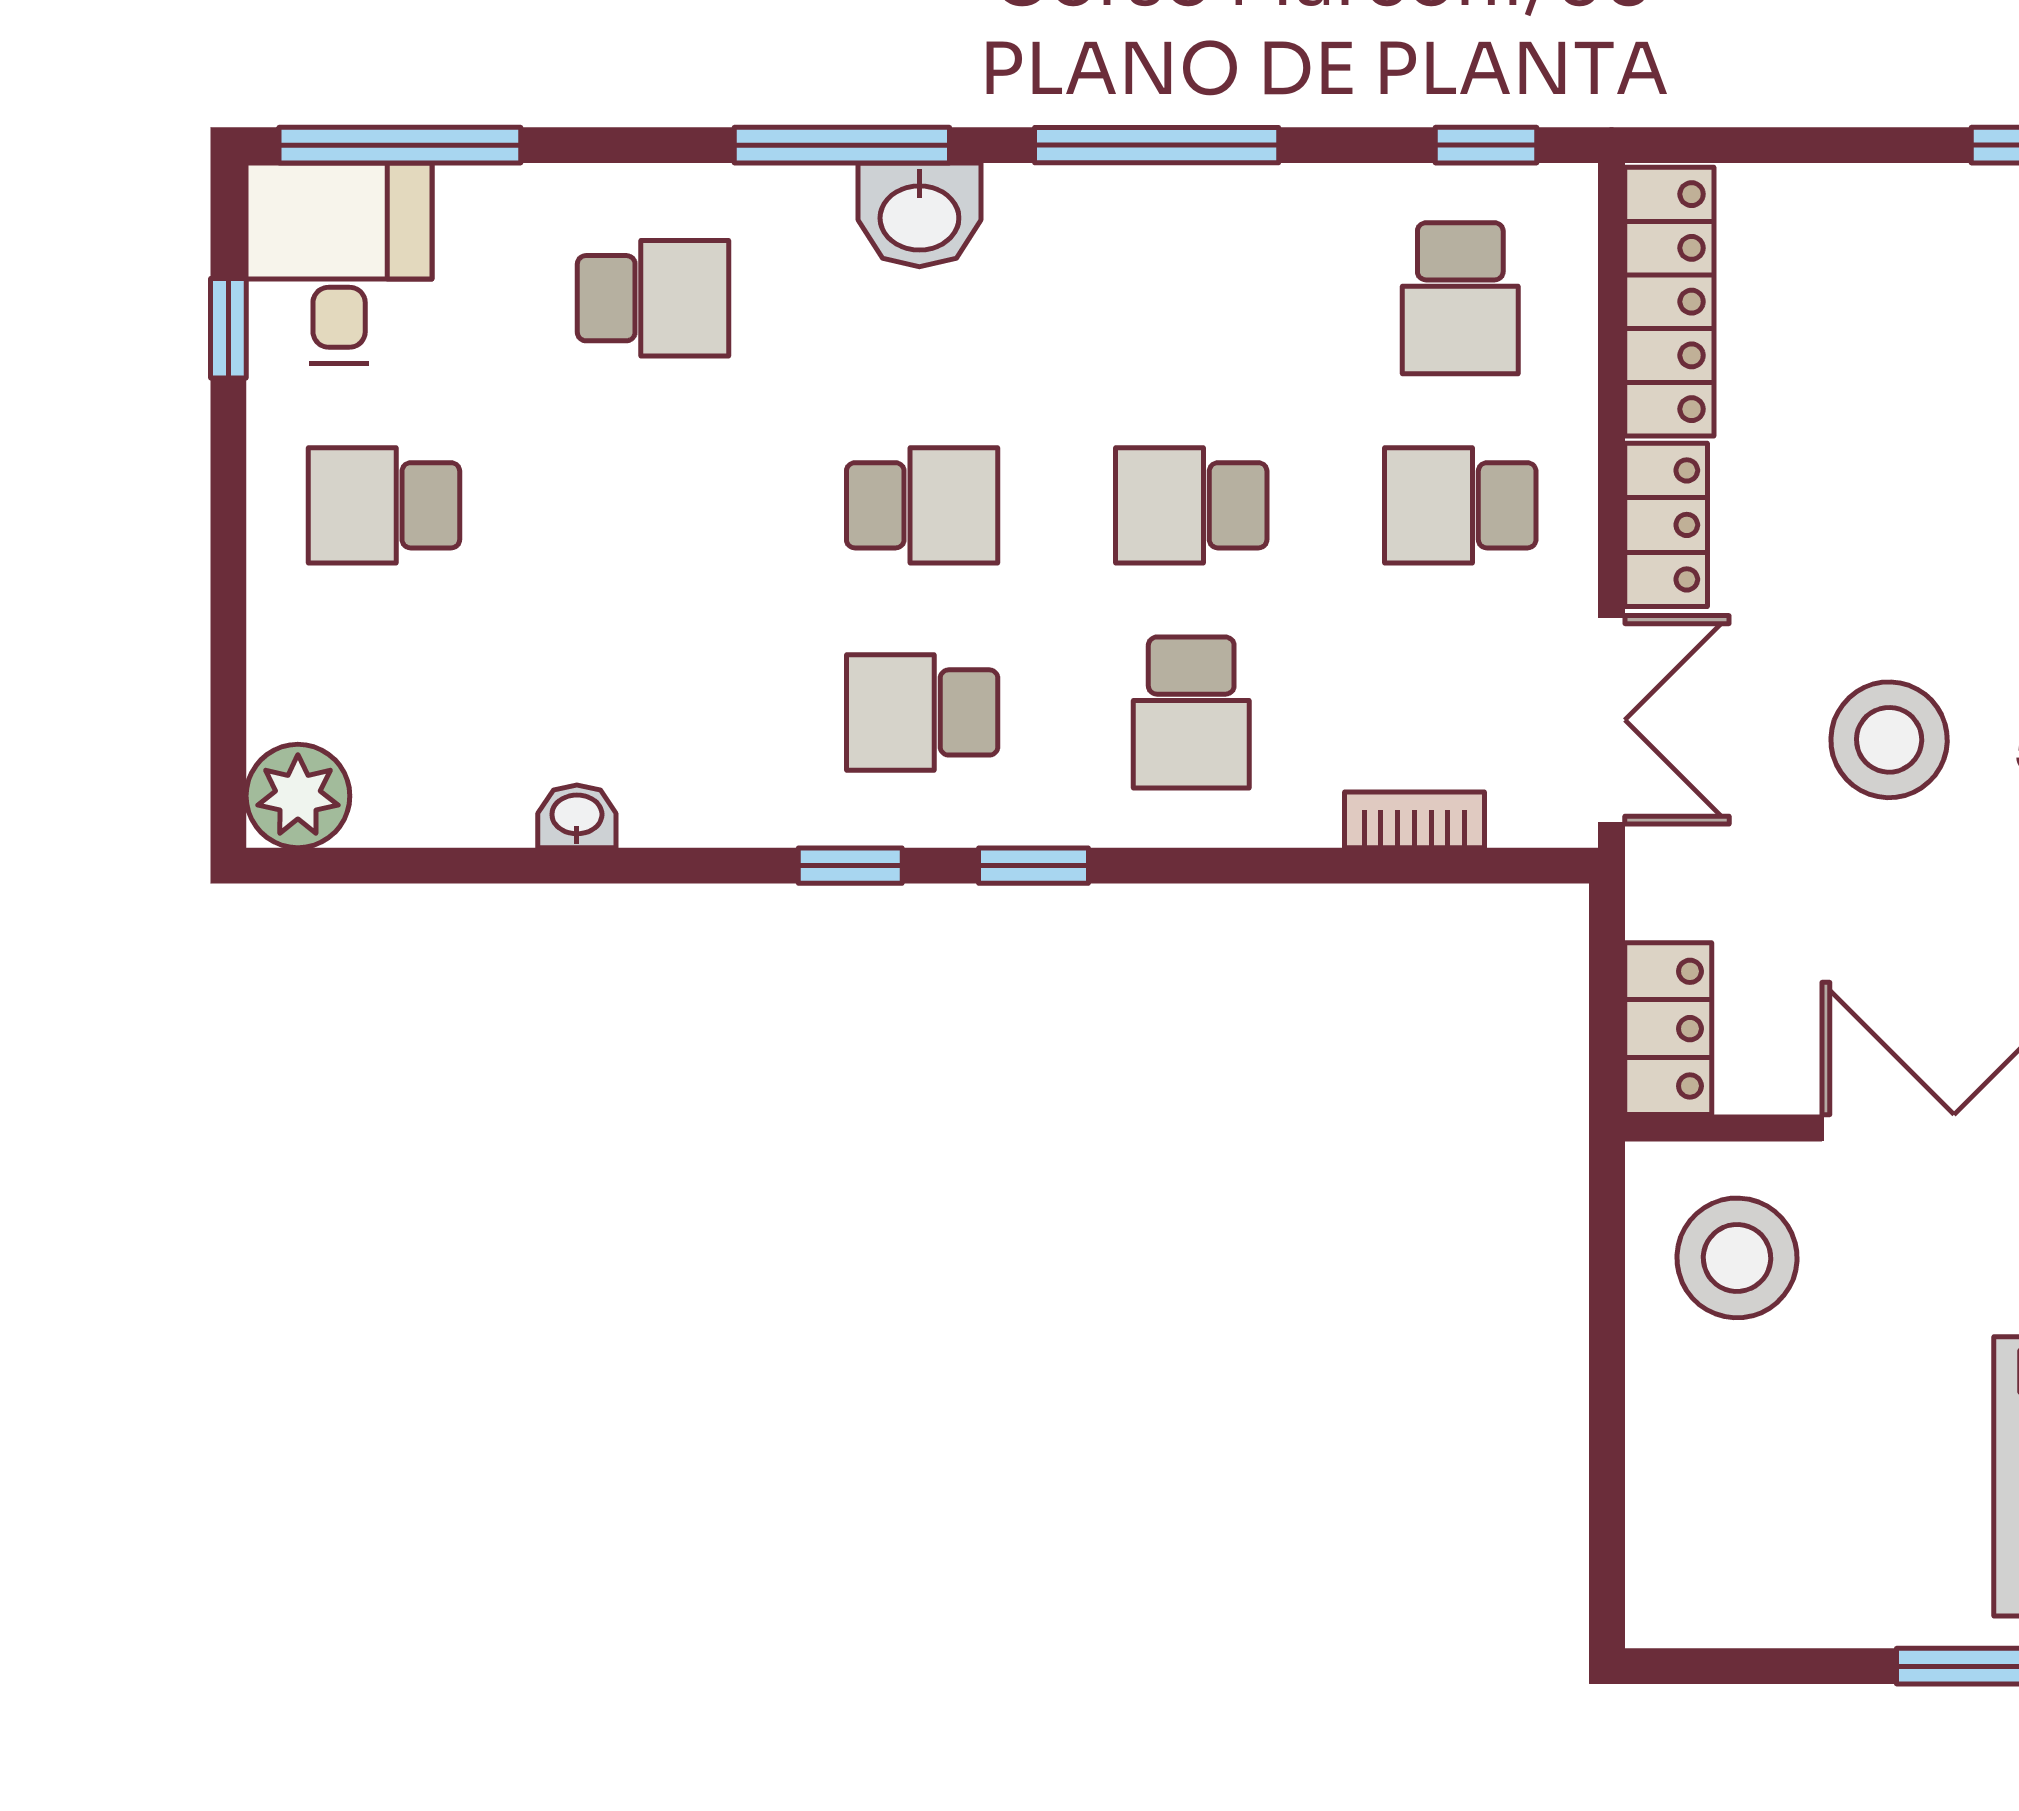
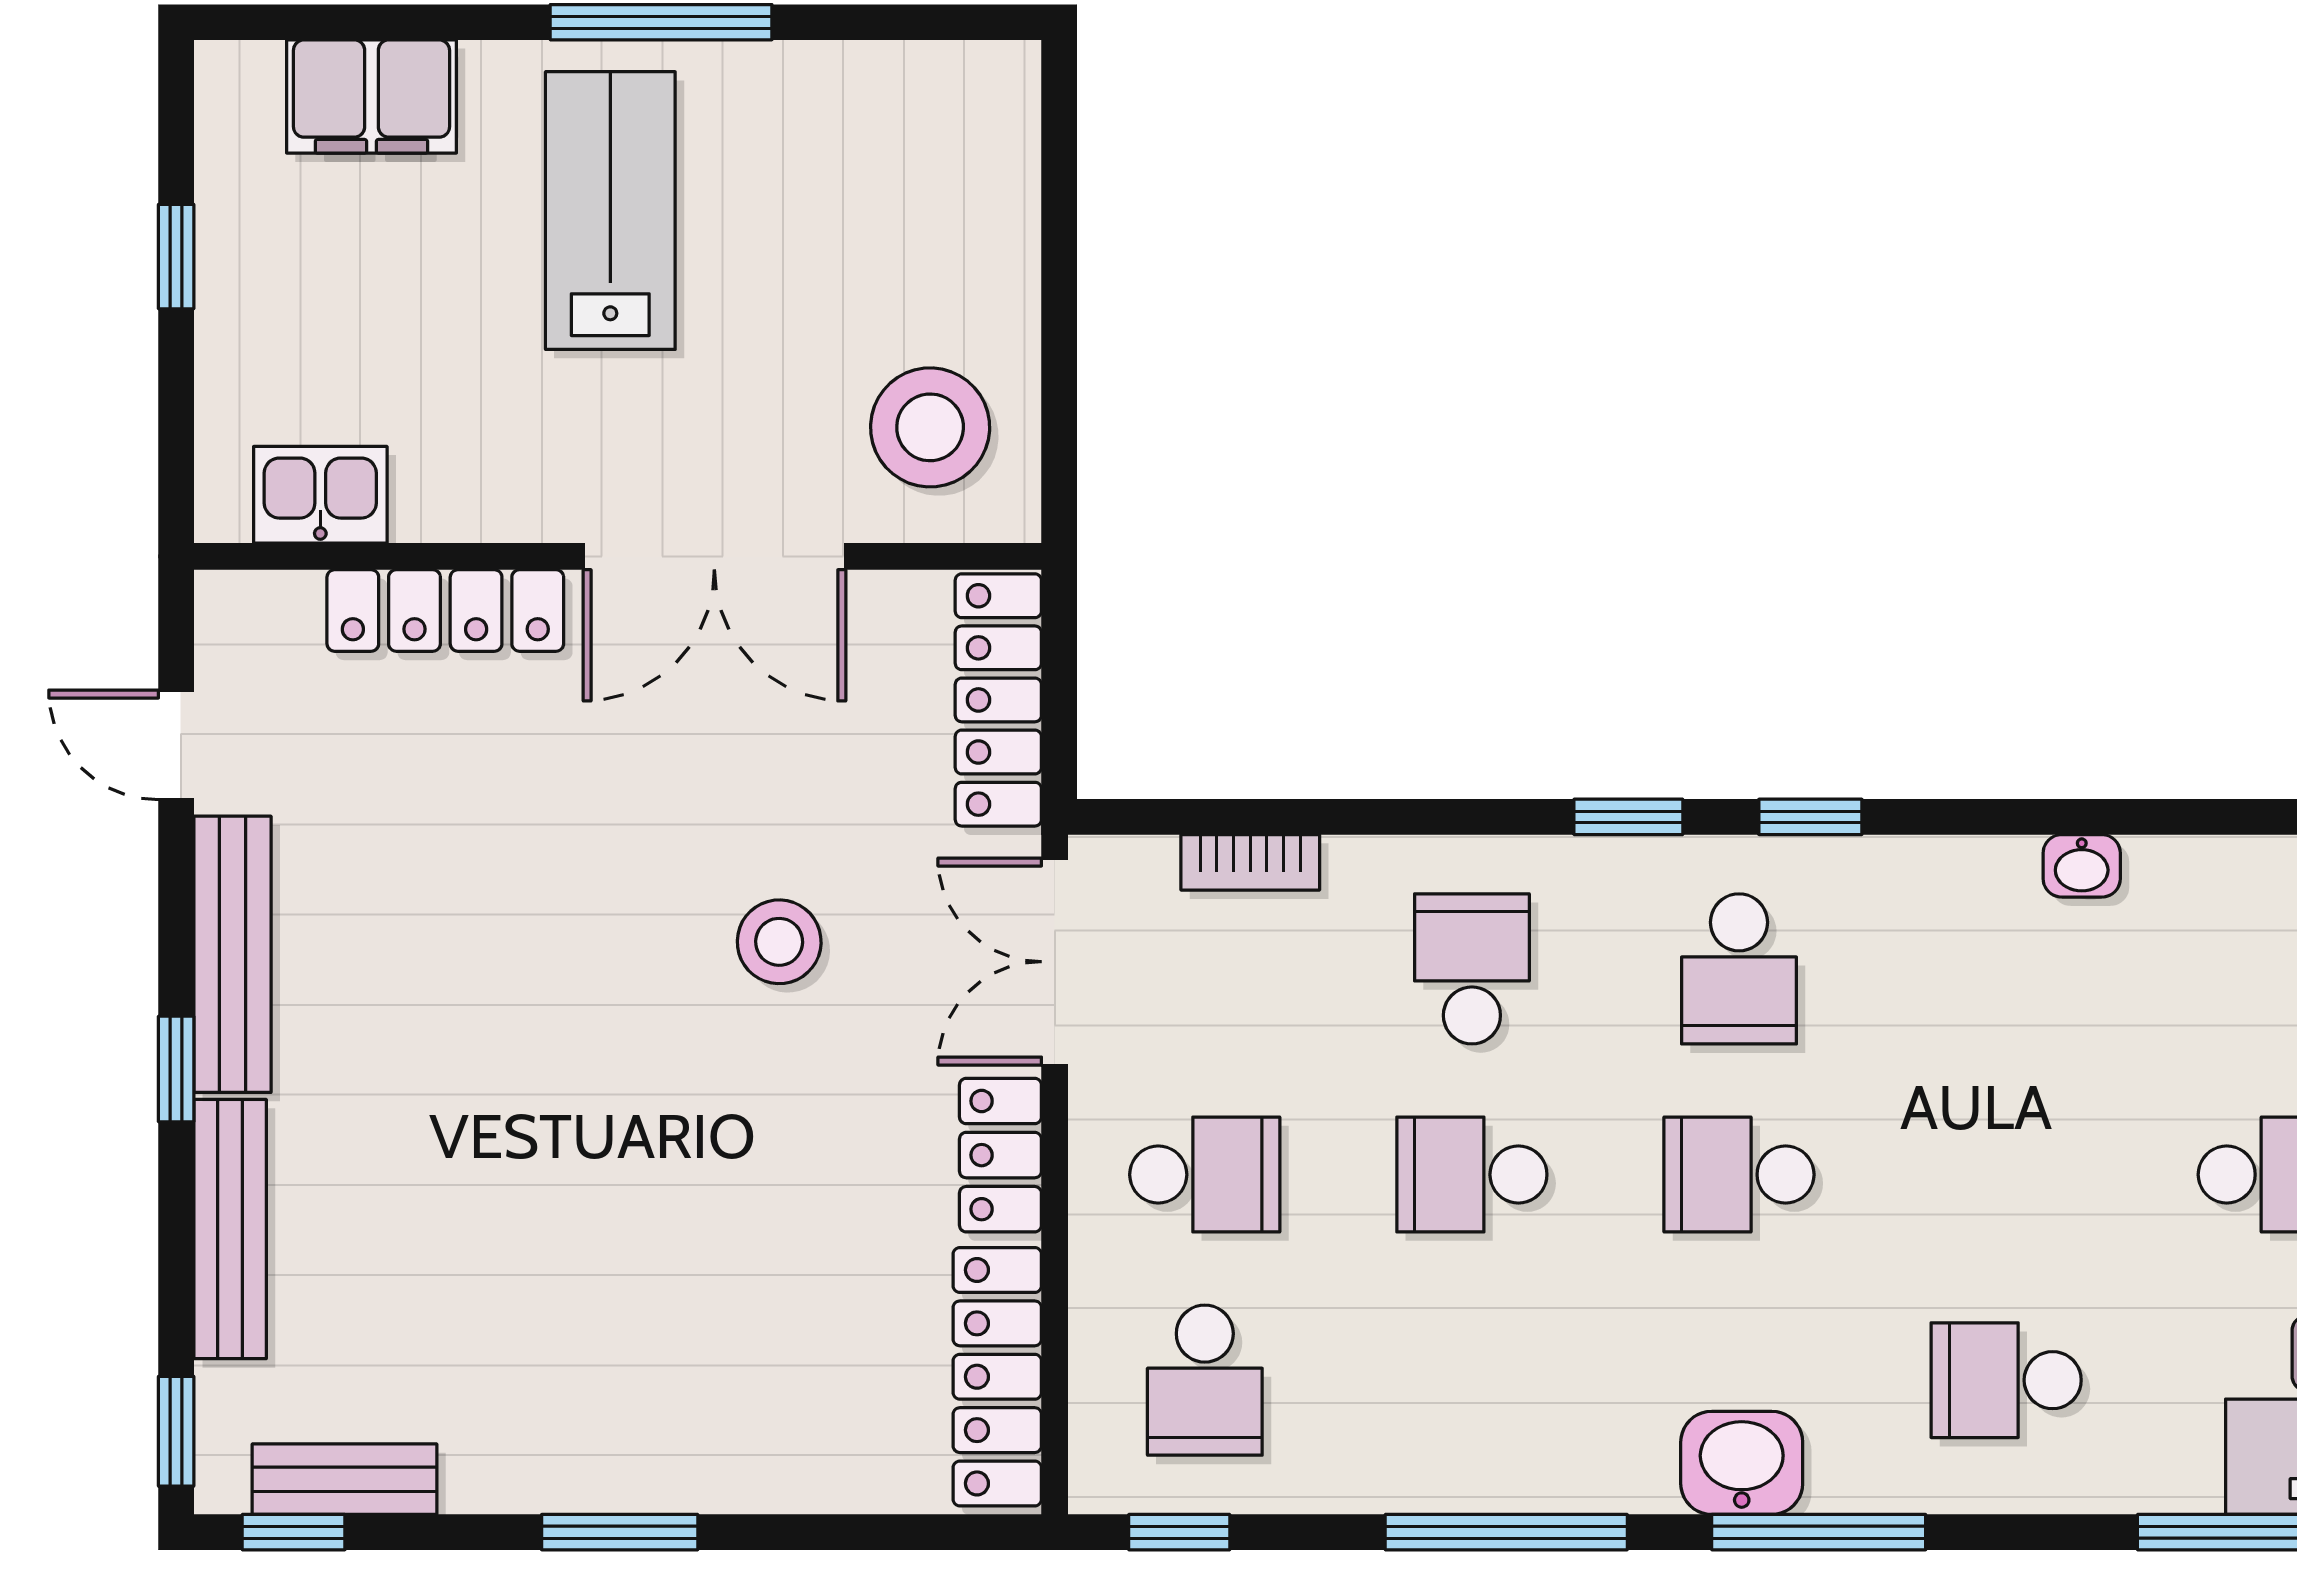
school desk: (1460, 298) -> (1205, 1380), turned 180
school desk: (1191, 505) -> (1472, 1175), turned 180
school desk: (922, 712) -> (1739, 969), turned 90
stool: (1889, 740) -> (779, 942), width x0.73, depth x0.73
locker: (1668, 1029) -> (998, 700), width x1.53

